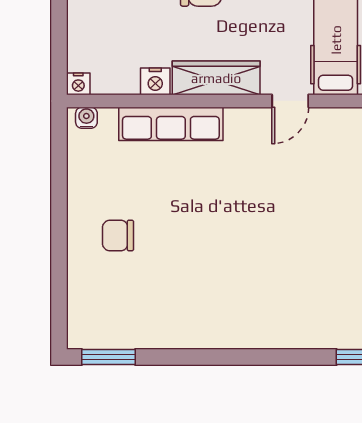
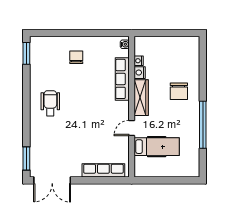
nightstand: (78, 84) -> (139, 61), moved
door: (290, 101) -> (132, 128), hinge flipped
wheelchair: (230, 299) -> (50, 103), added

